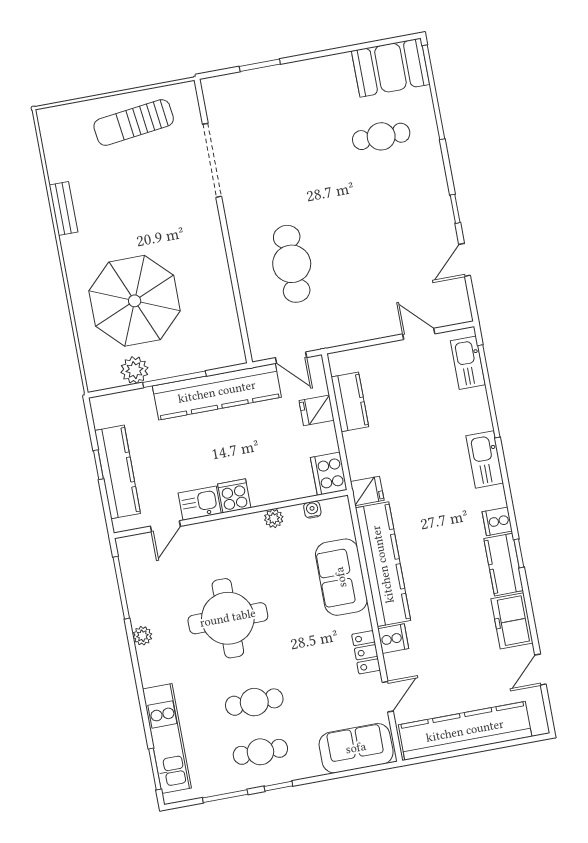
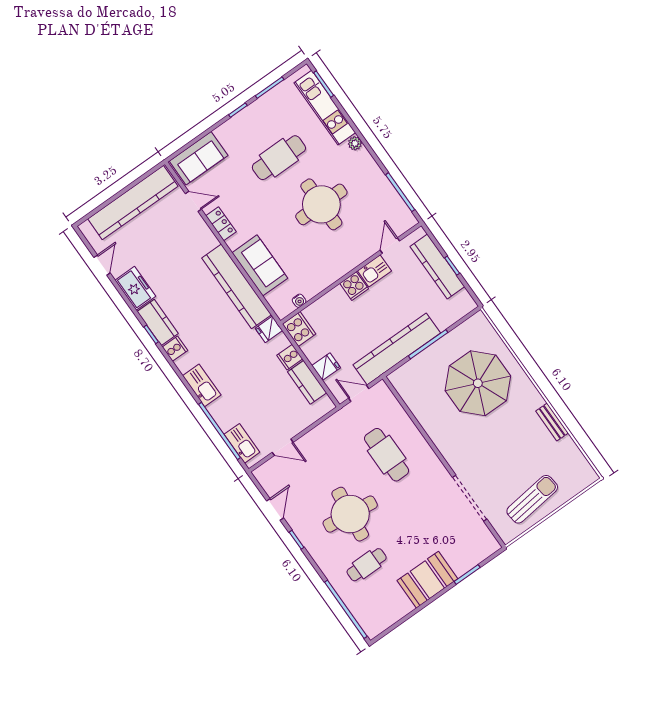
booth: (390, 68) -> (427, 580), moved
round table: (372, 210) -> (350, 514), added
plant: (134, 370) -> (457, 338), removed
plant: (274, 518) -> (322, 283), removed
plant: (142, 636) -> (355, 143), moved
cooker: (393, 639) -> (290, 357), moved
door: (388, 697) -> (193, 201), swing flipped
cafe table: (254, 702) -> (279, 158), width x1.37, depth x1.35
cafe table: (260, 752) -> (260, 127), removed

